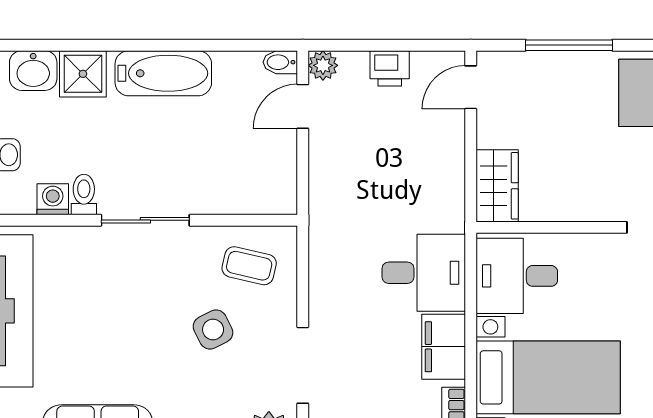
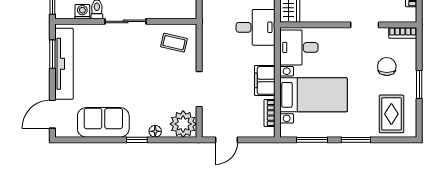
desk: (424, 273) -> (256, 27), moved
side table: (213, 330) -> (157, 72), removed

